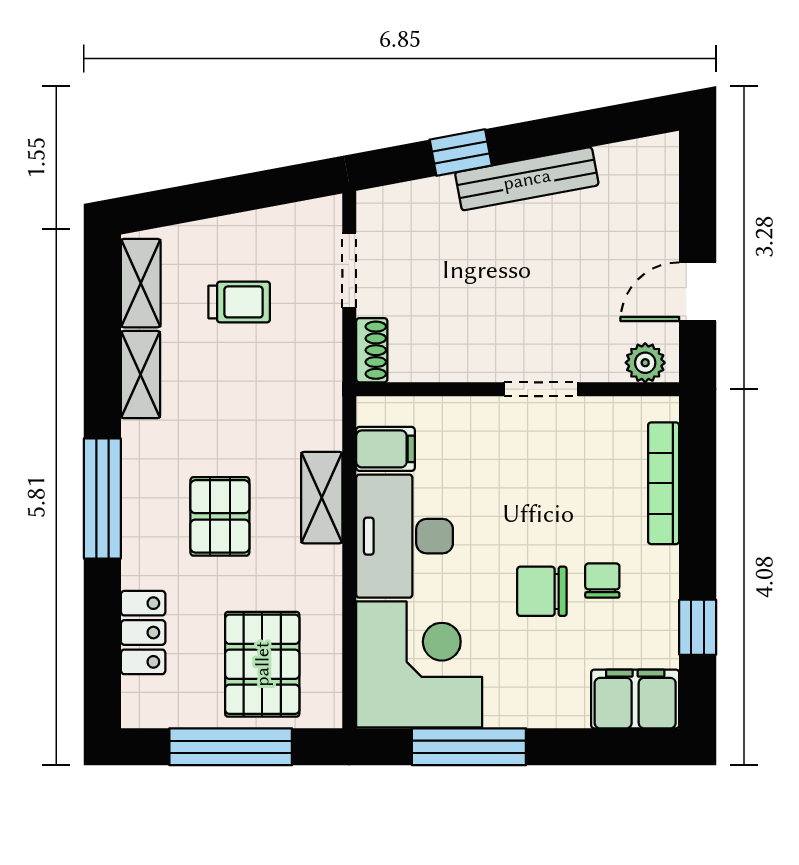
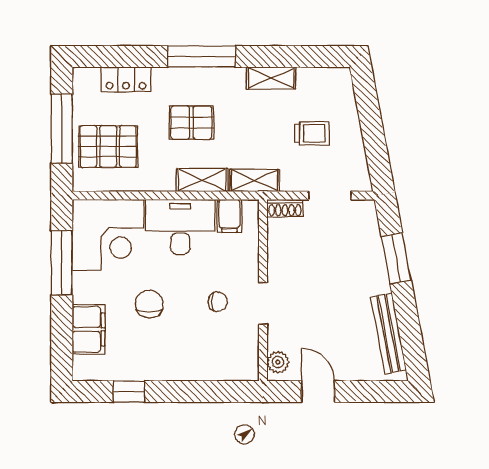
window: (461, 153) -> (396, 258), width x1.50
bench: (527, 179) -> (389, 334), moved
shelving: (141, 283) -> (255, 180), moved
trolley: (239, 302) -> (312, 134), turned -90
bookcase: (664, 483) -> (210, 372), removed
chair: (602, 581) -> (218, 302), moved
filing cabinet: (635, 699) -> (89, 329), moved

